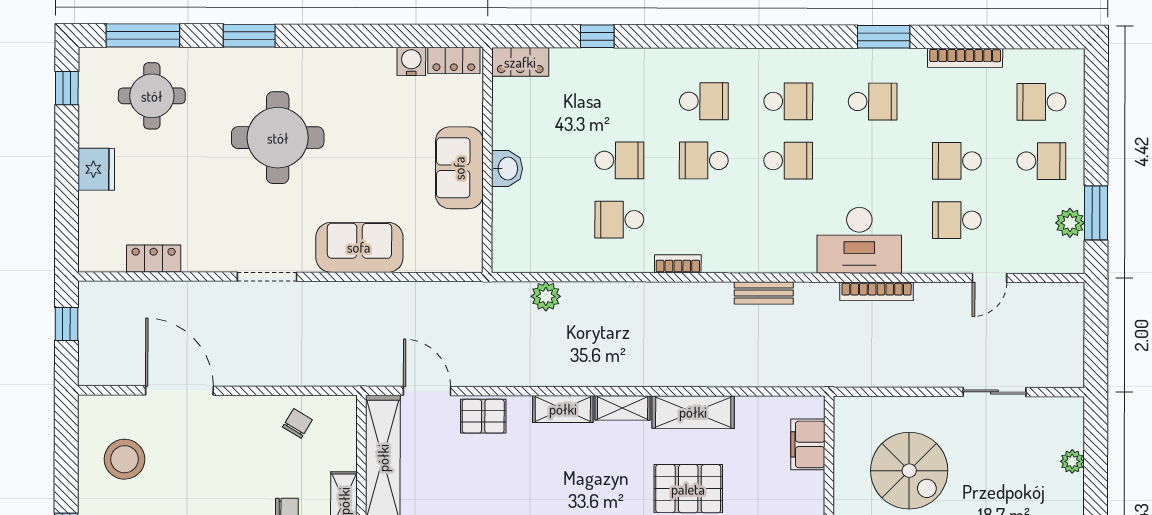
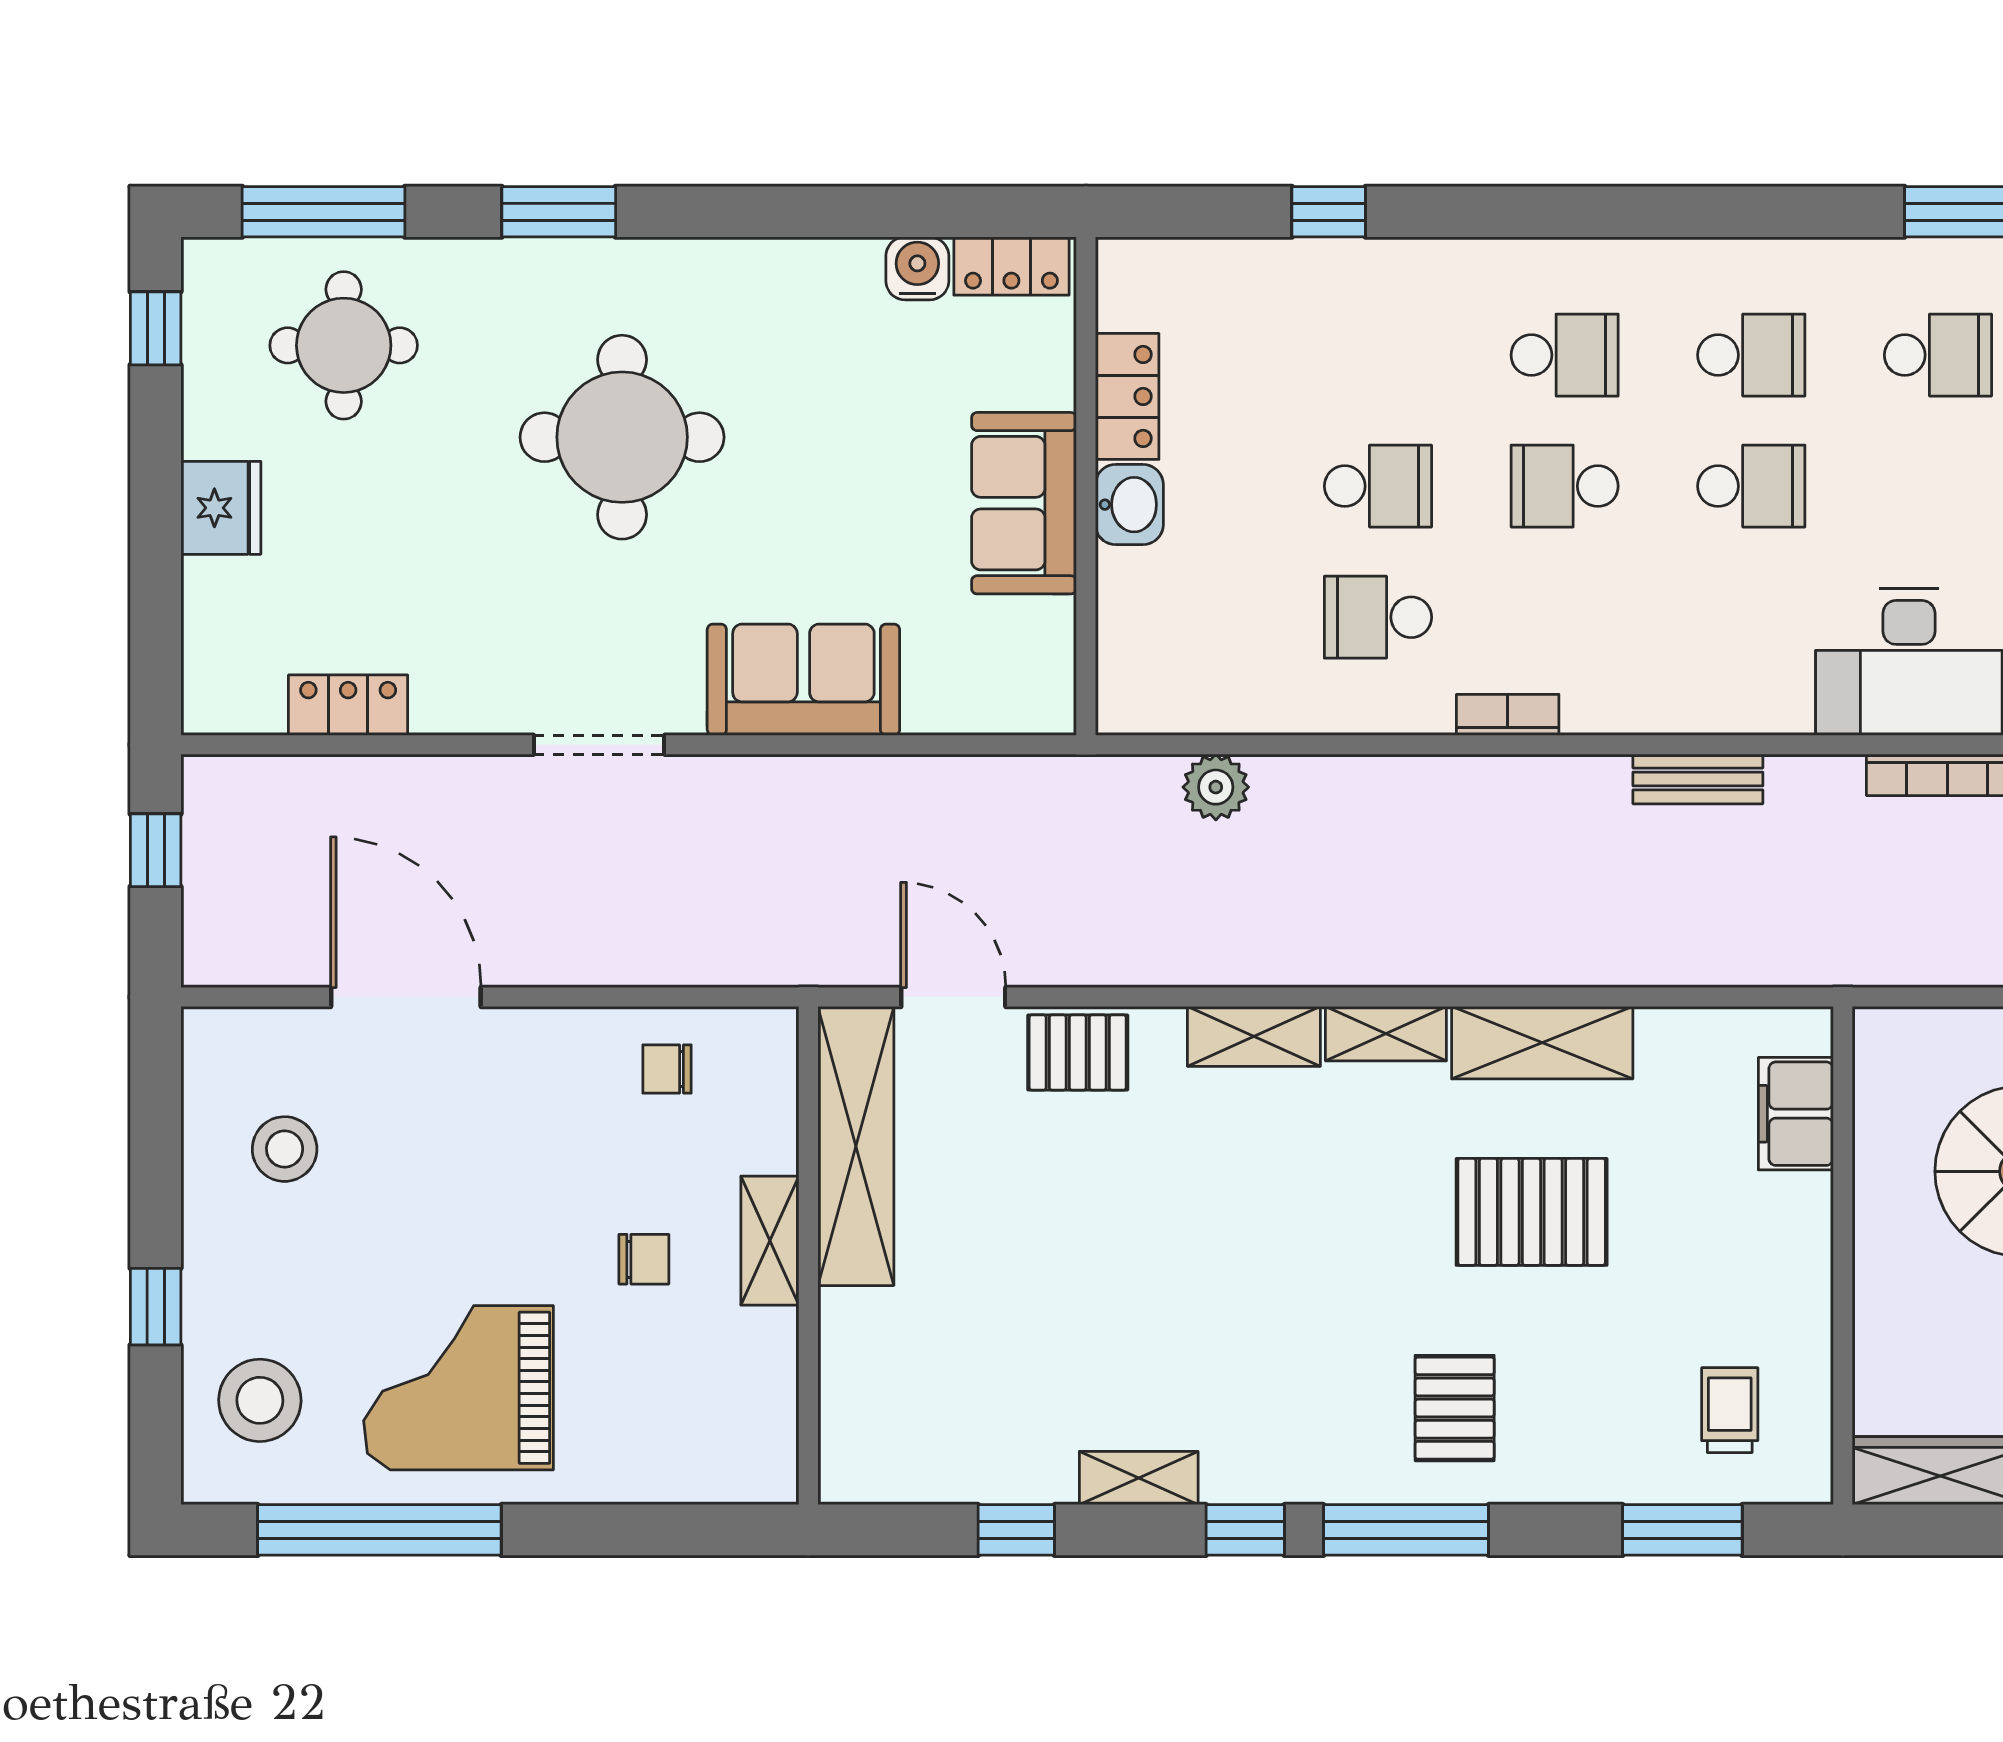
locker: (520, 62) -> (1127, 396), moved, turned -90
chair: (297, 423) -> (667, 1069), turned -121
stool: (125, 459) -> (285, 1149), width x0.73, depth x0.73

